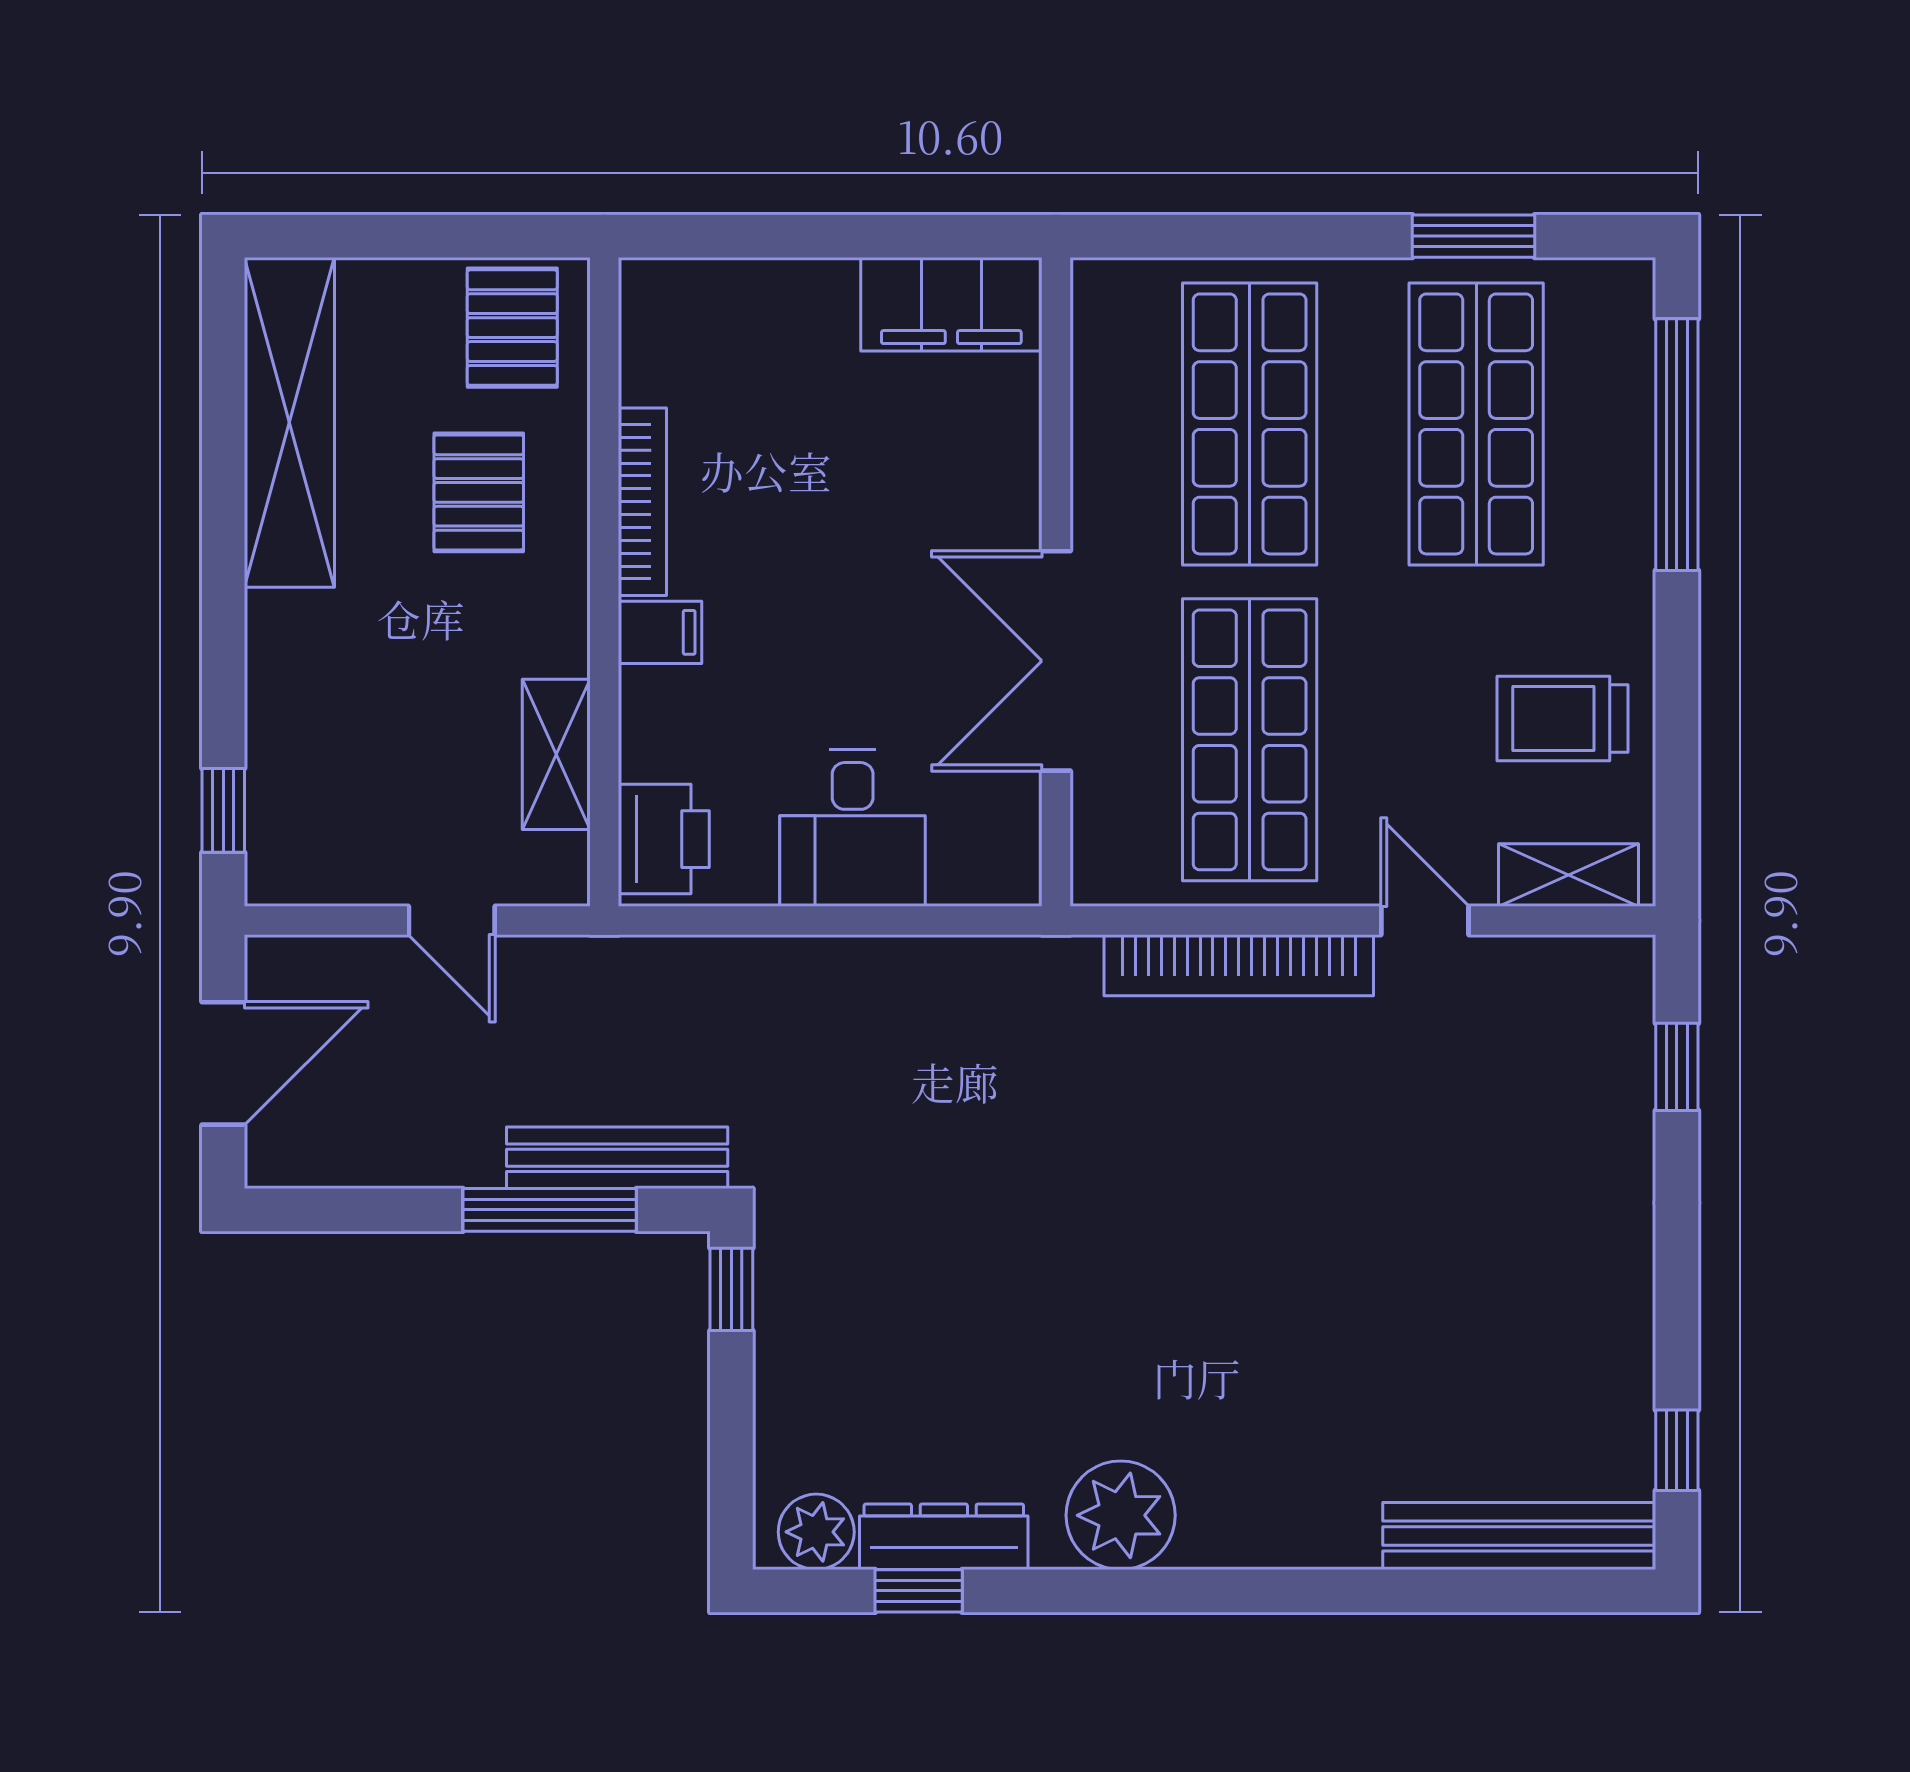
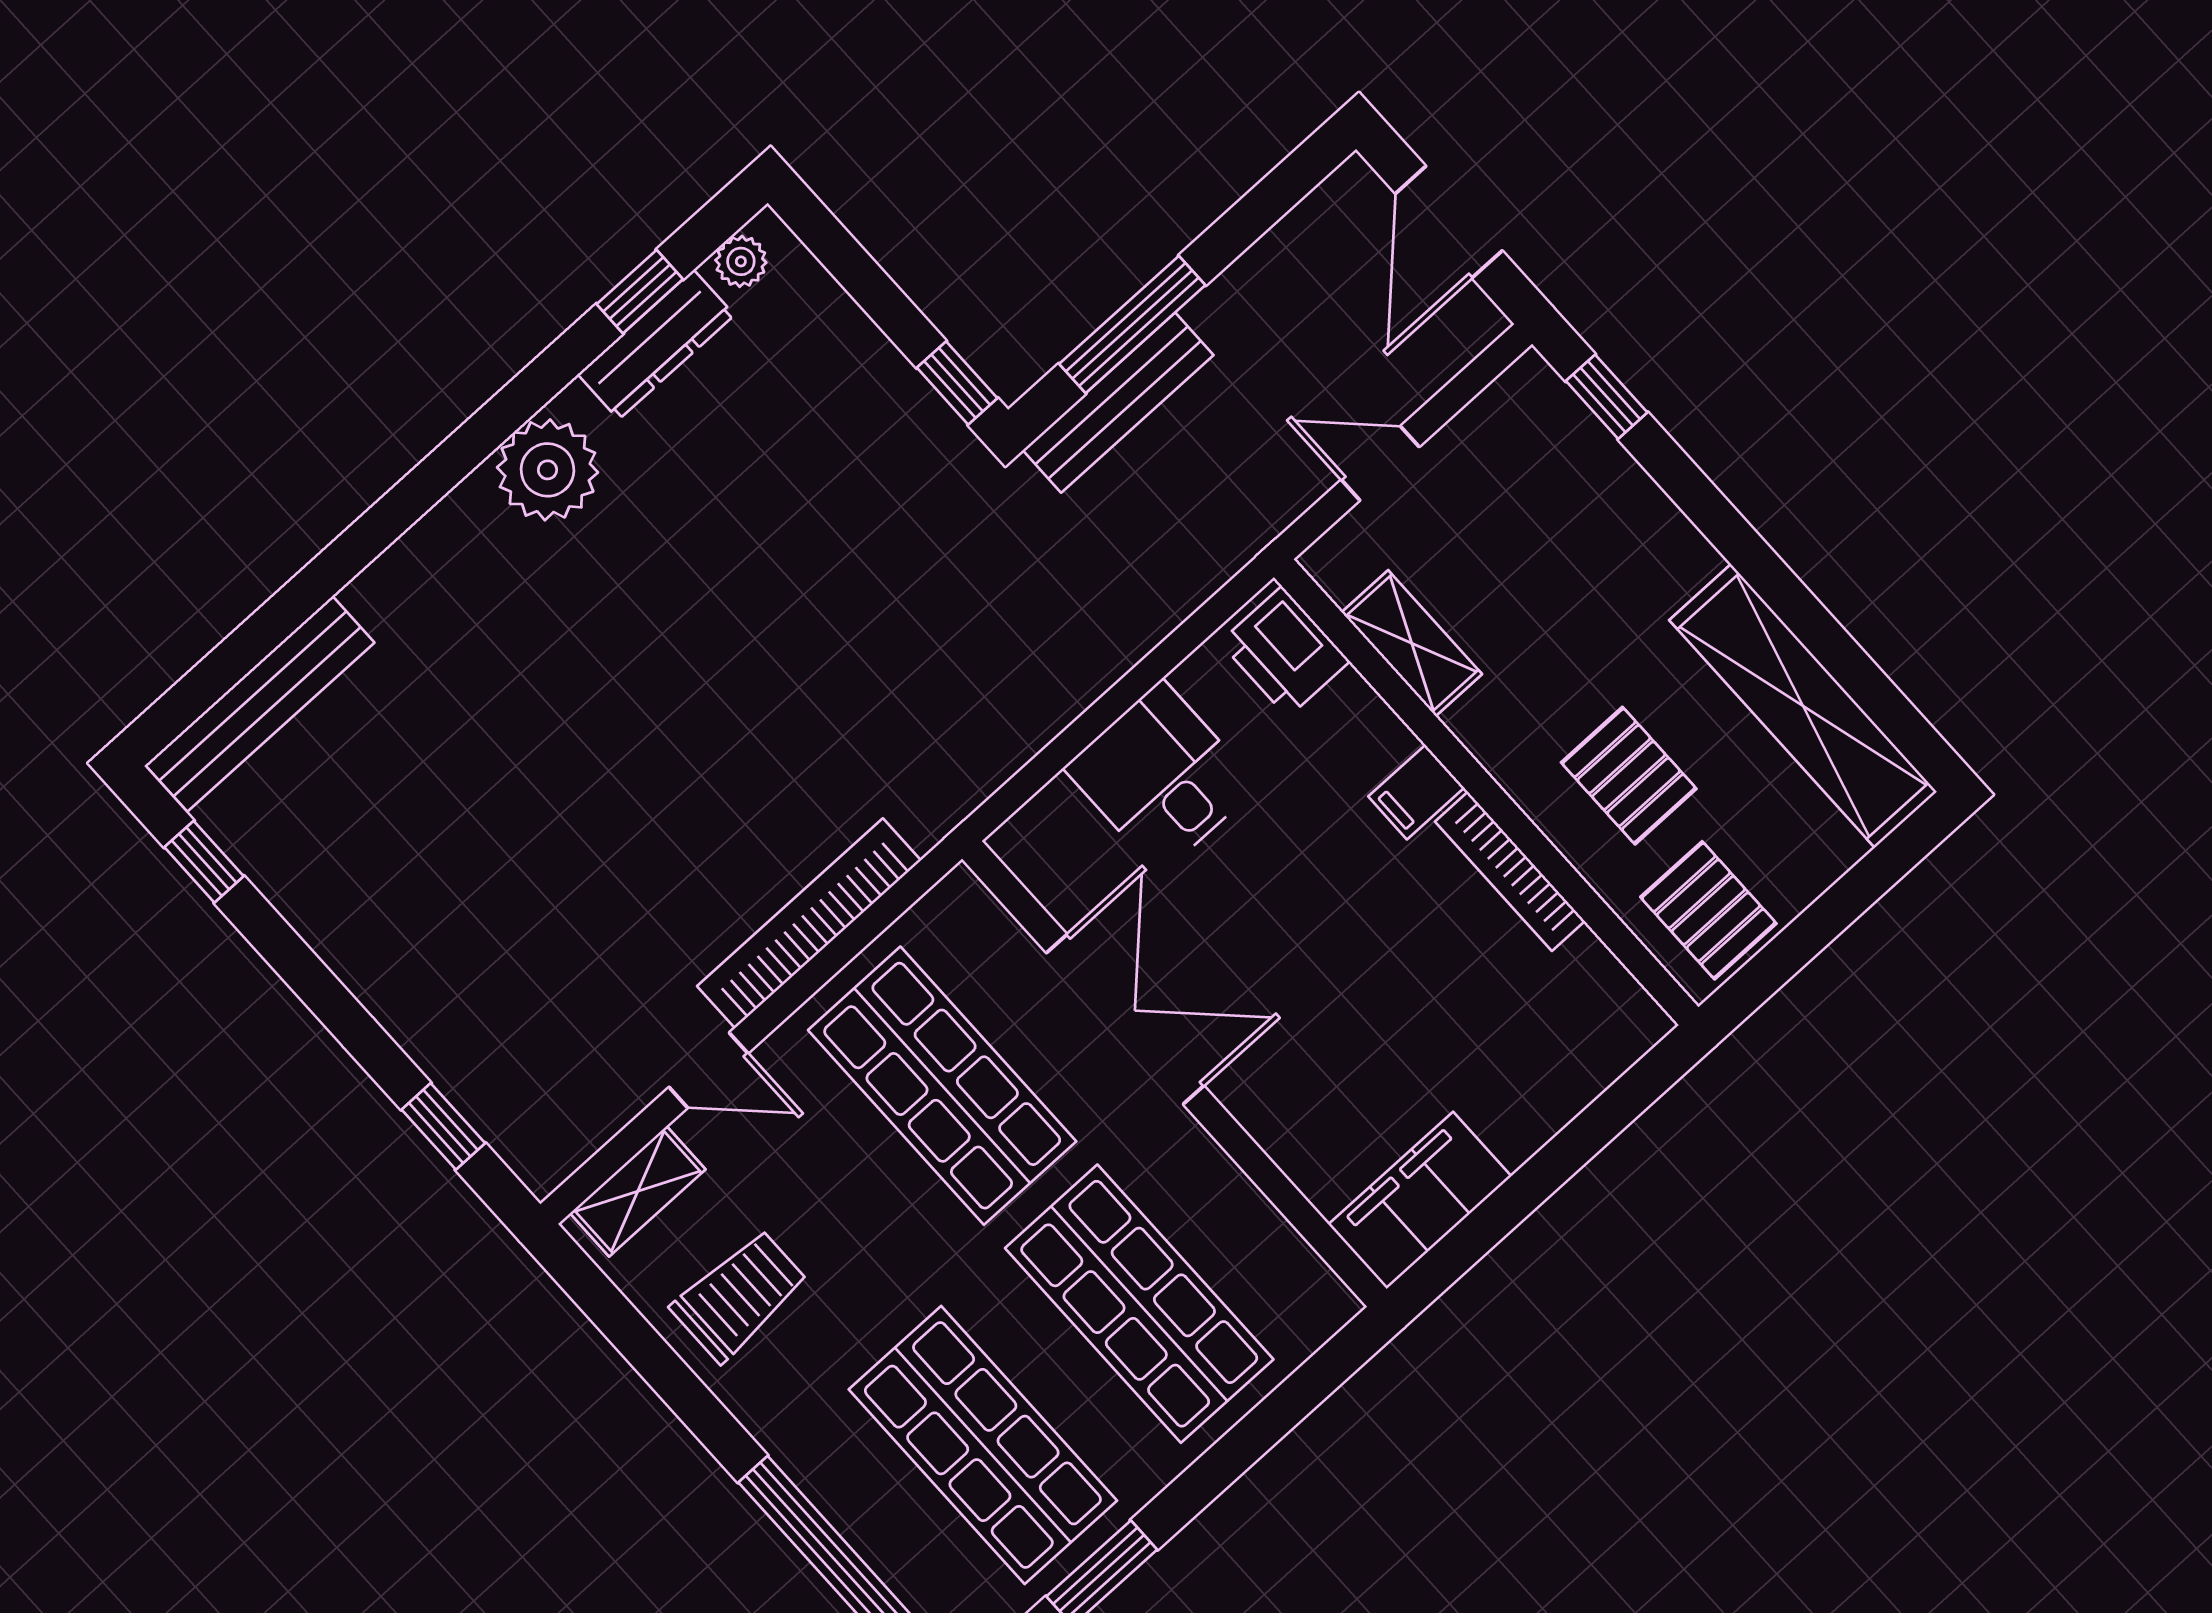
plant: (816, 1532) -> (741, 261), width x0.73, depth x0.73

